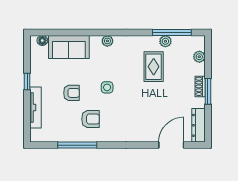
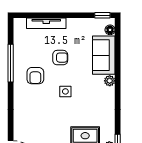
plant: (107, 41) -> (110, 81), moved
window: (27, 81) -> (102, 15), moved
armchair: (71, 93) -> (60, 58), turned -90

